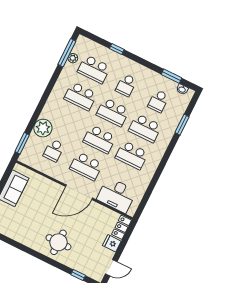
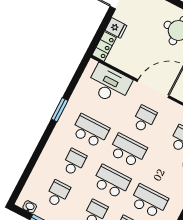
window: (182, 125) -> (60, 110), moved
school desk: (145, 128) -> (74, 162), width x0.54
school desk: (86, 166) -> (144, 119), width x0.54

